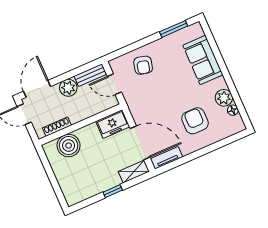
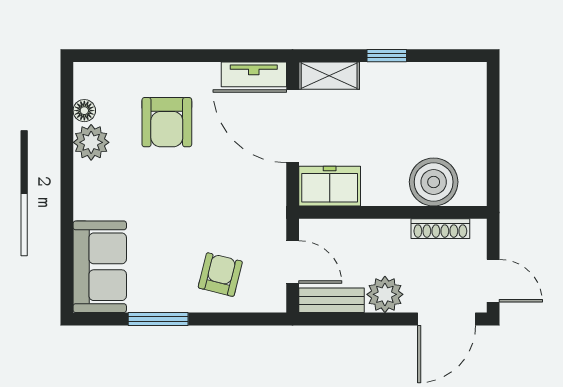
window: (174, 29) -> (158, 319), moved
sofa: (203, 60) -> (100, 267), moved

